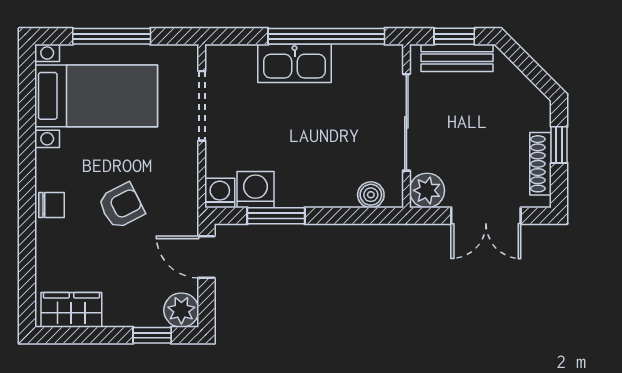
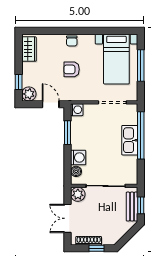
window: (326, 36) -> (141, 135), moved
washing machine: (255, 190) -> (78, 158), moved
armchair: (121, 206) -> (72, 69), turned 117
door: (206, 257) -> (51, 104), hinge flipped

